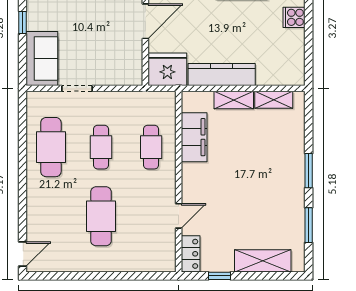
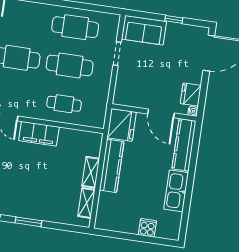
filing cabinet: (194, 137) -> (39, 134), moved
cafe table: (101, 147) -> (70, 65), width x1.37, depth x1.35

